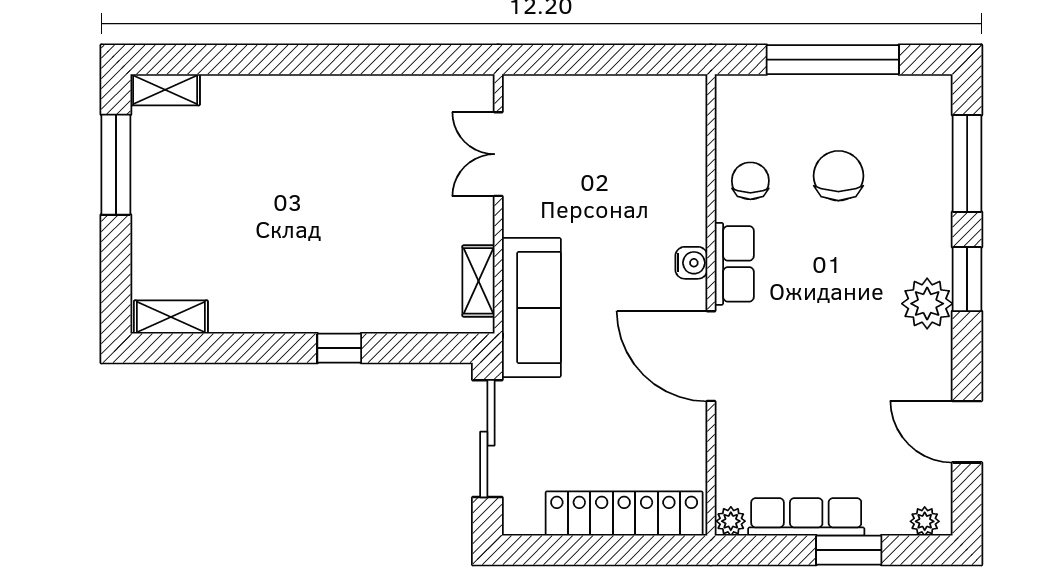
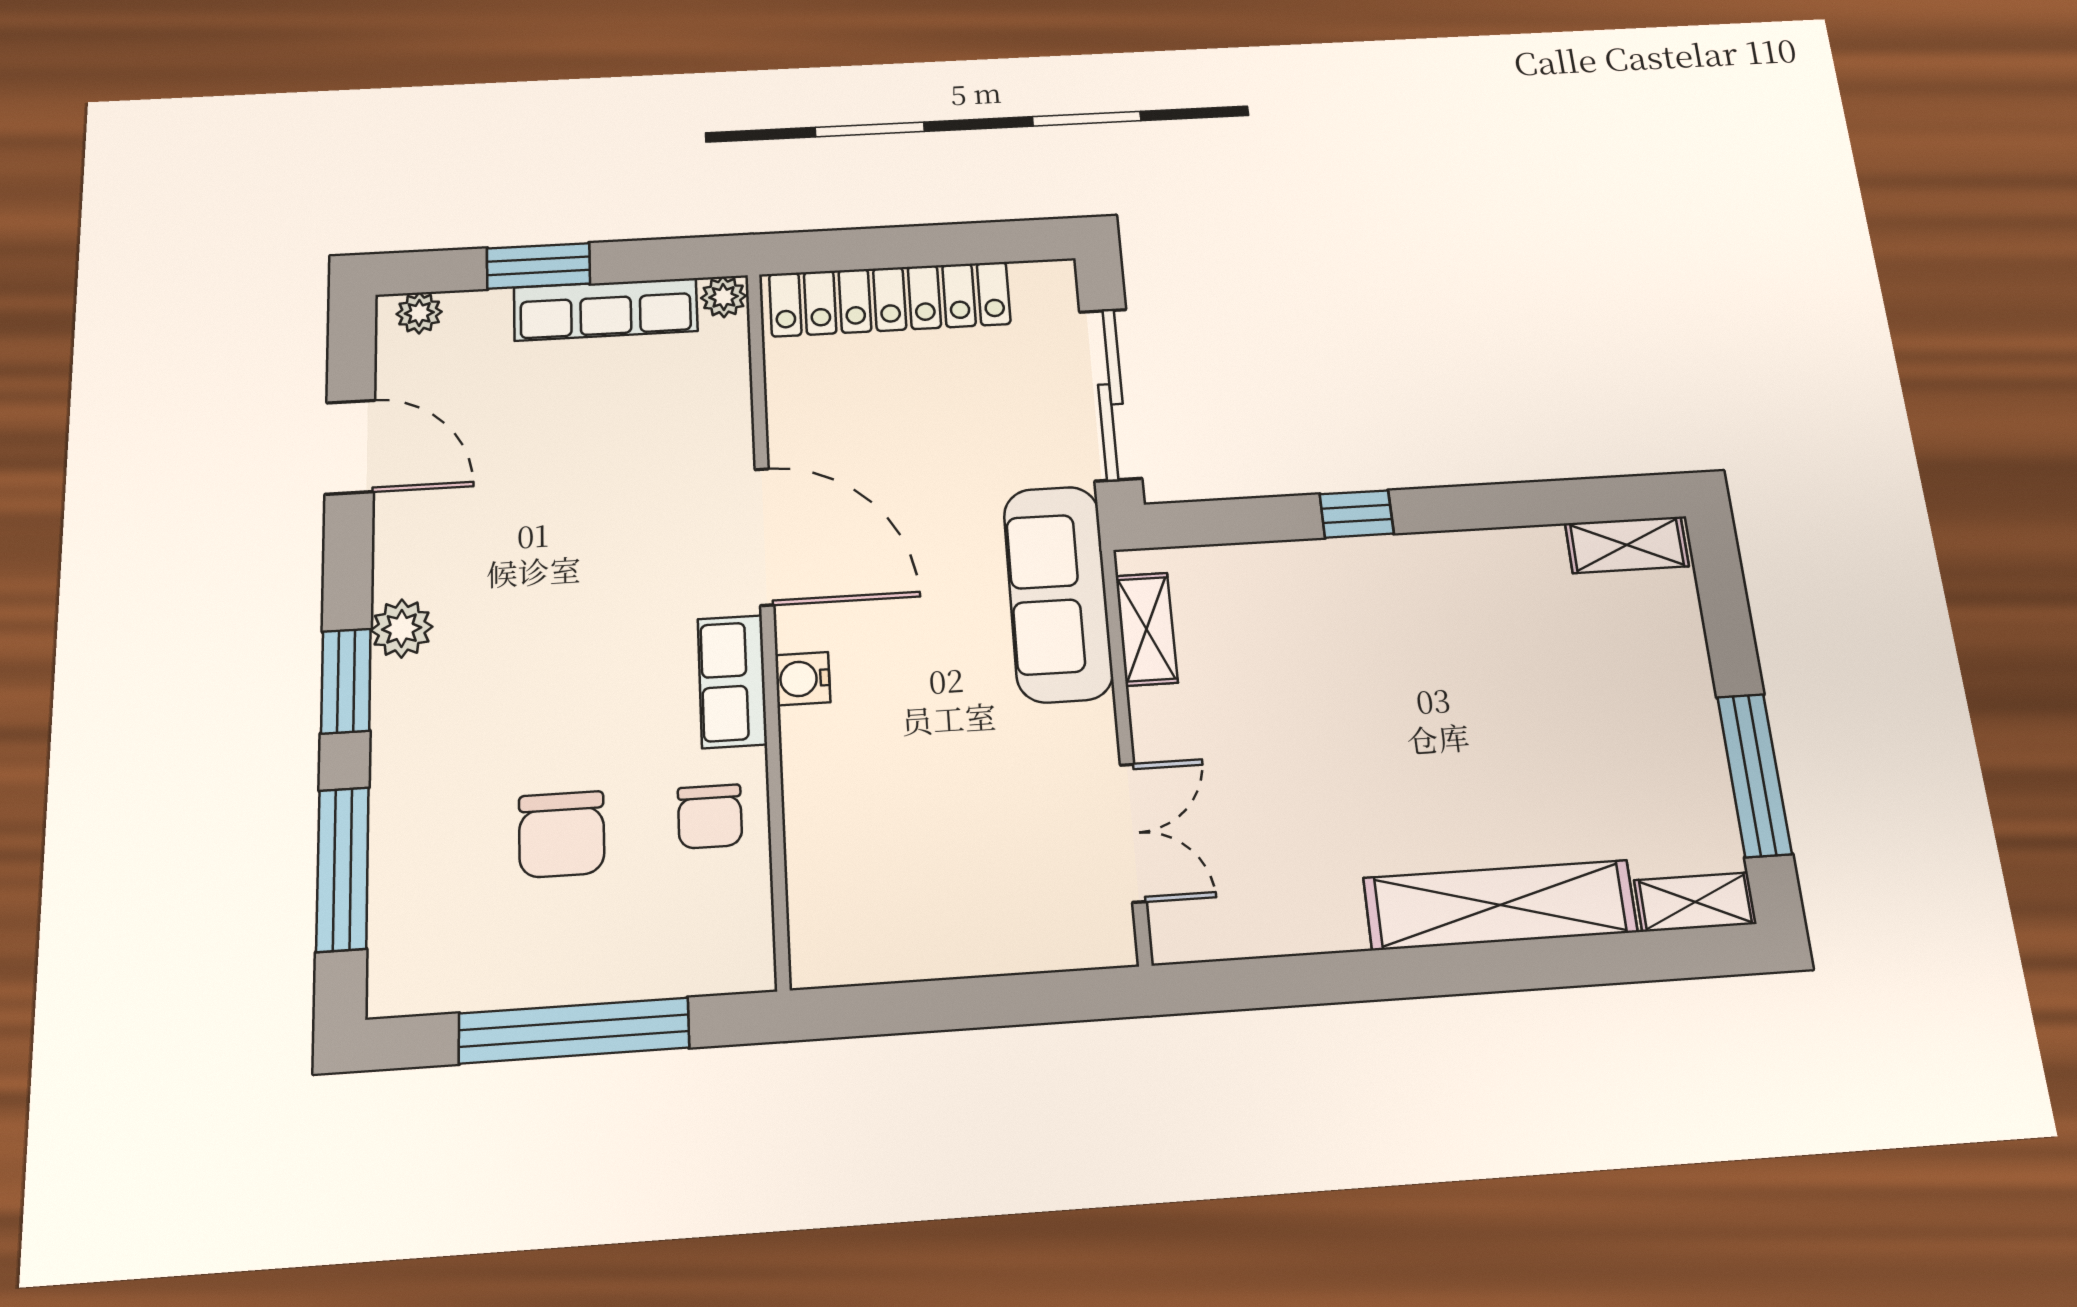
shelving: (283, 96) -> (1500, 905), added
plant: (927, 304) -> (402, 629), width x0.73, depth x0.73

